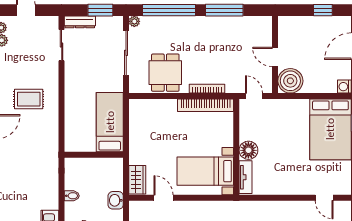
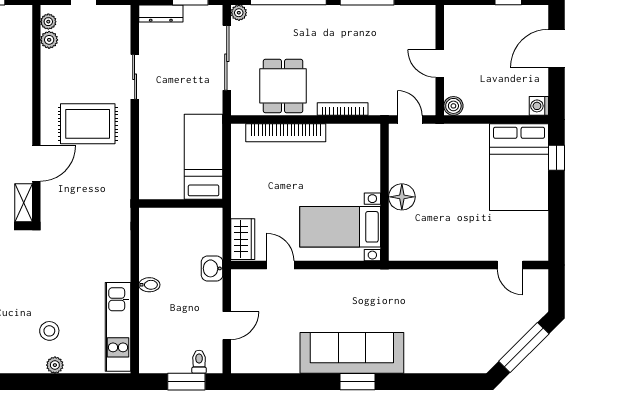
sliding door: (62, 45) -> (135, 77), moved
boiler: (290, 81) -> (453, 106), width x0.54, depth x0.54
rug: (29, 99) -> (88, 124), width x1.36, depth x1.43
bookcase: (206, 105) -> (286, 133), moved
tv unit: (246, 177) -> (398, 235), removed
bidet: (72, 196) -> (149, 285), moved

